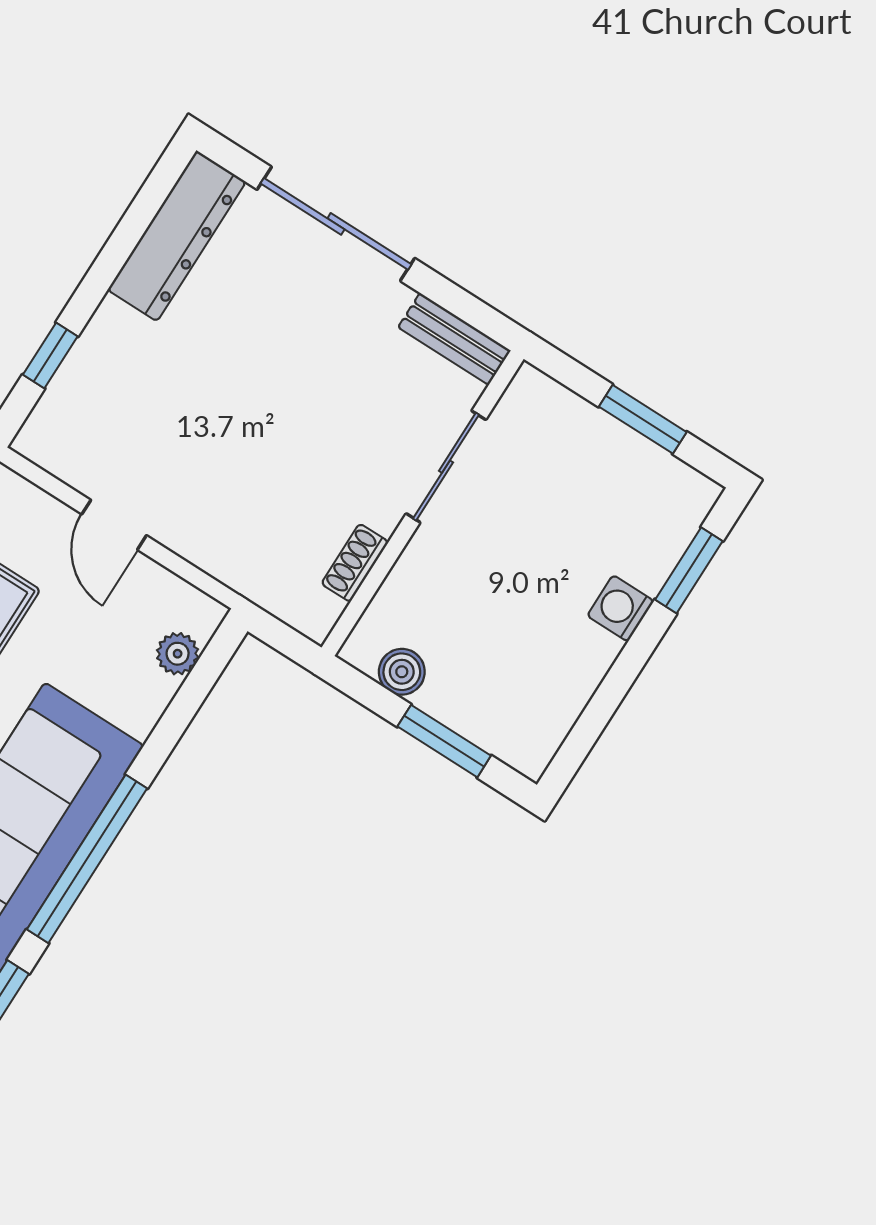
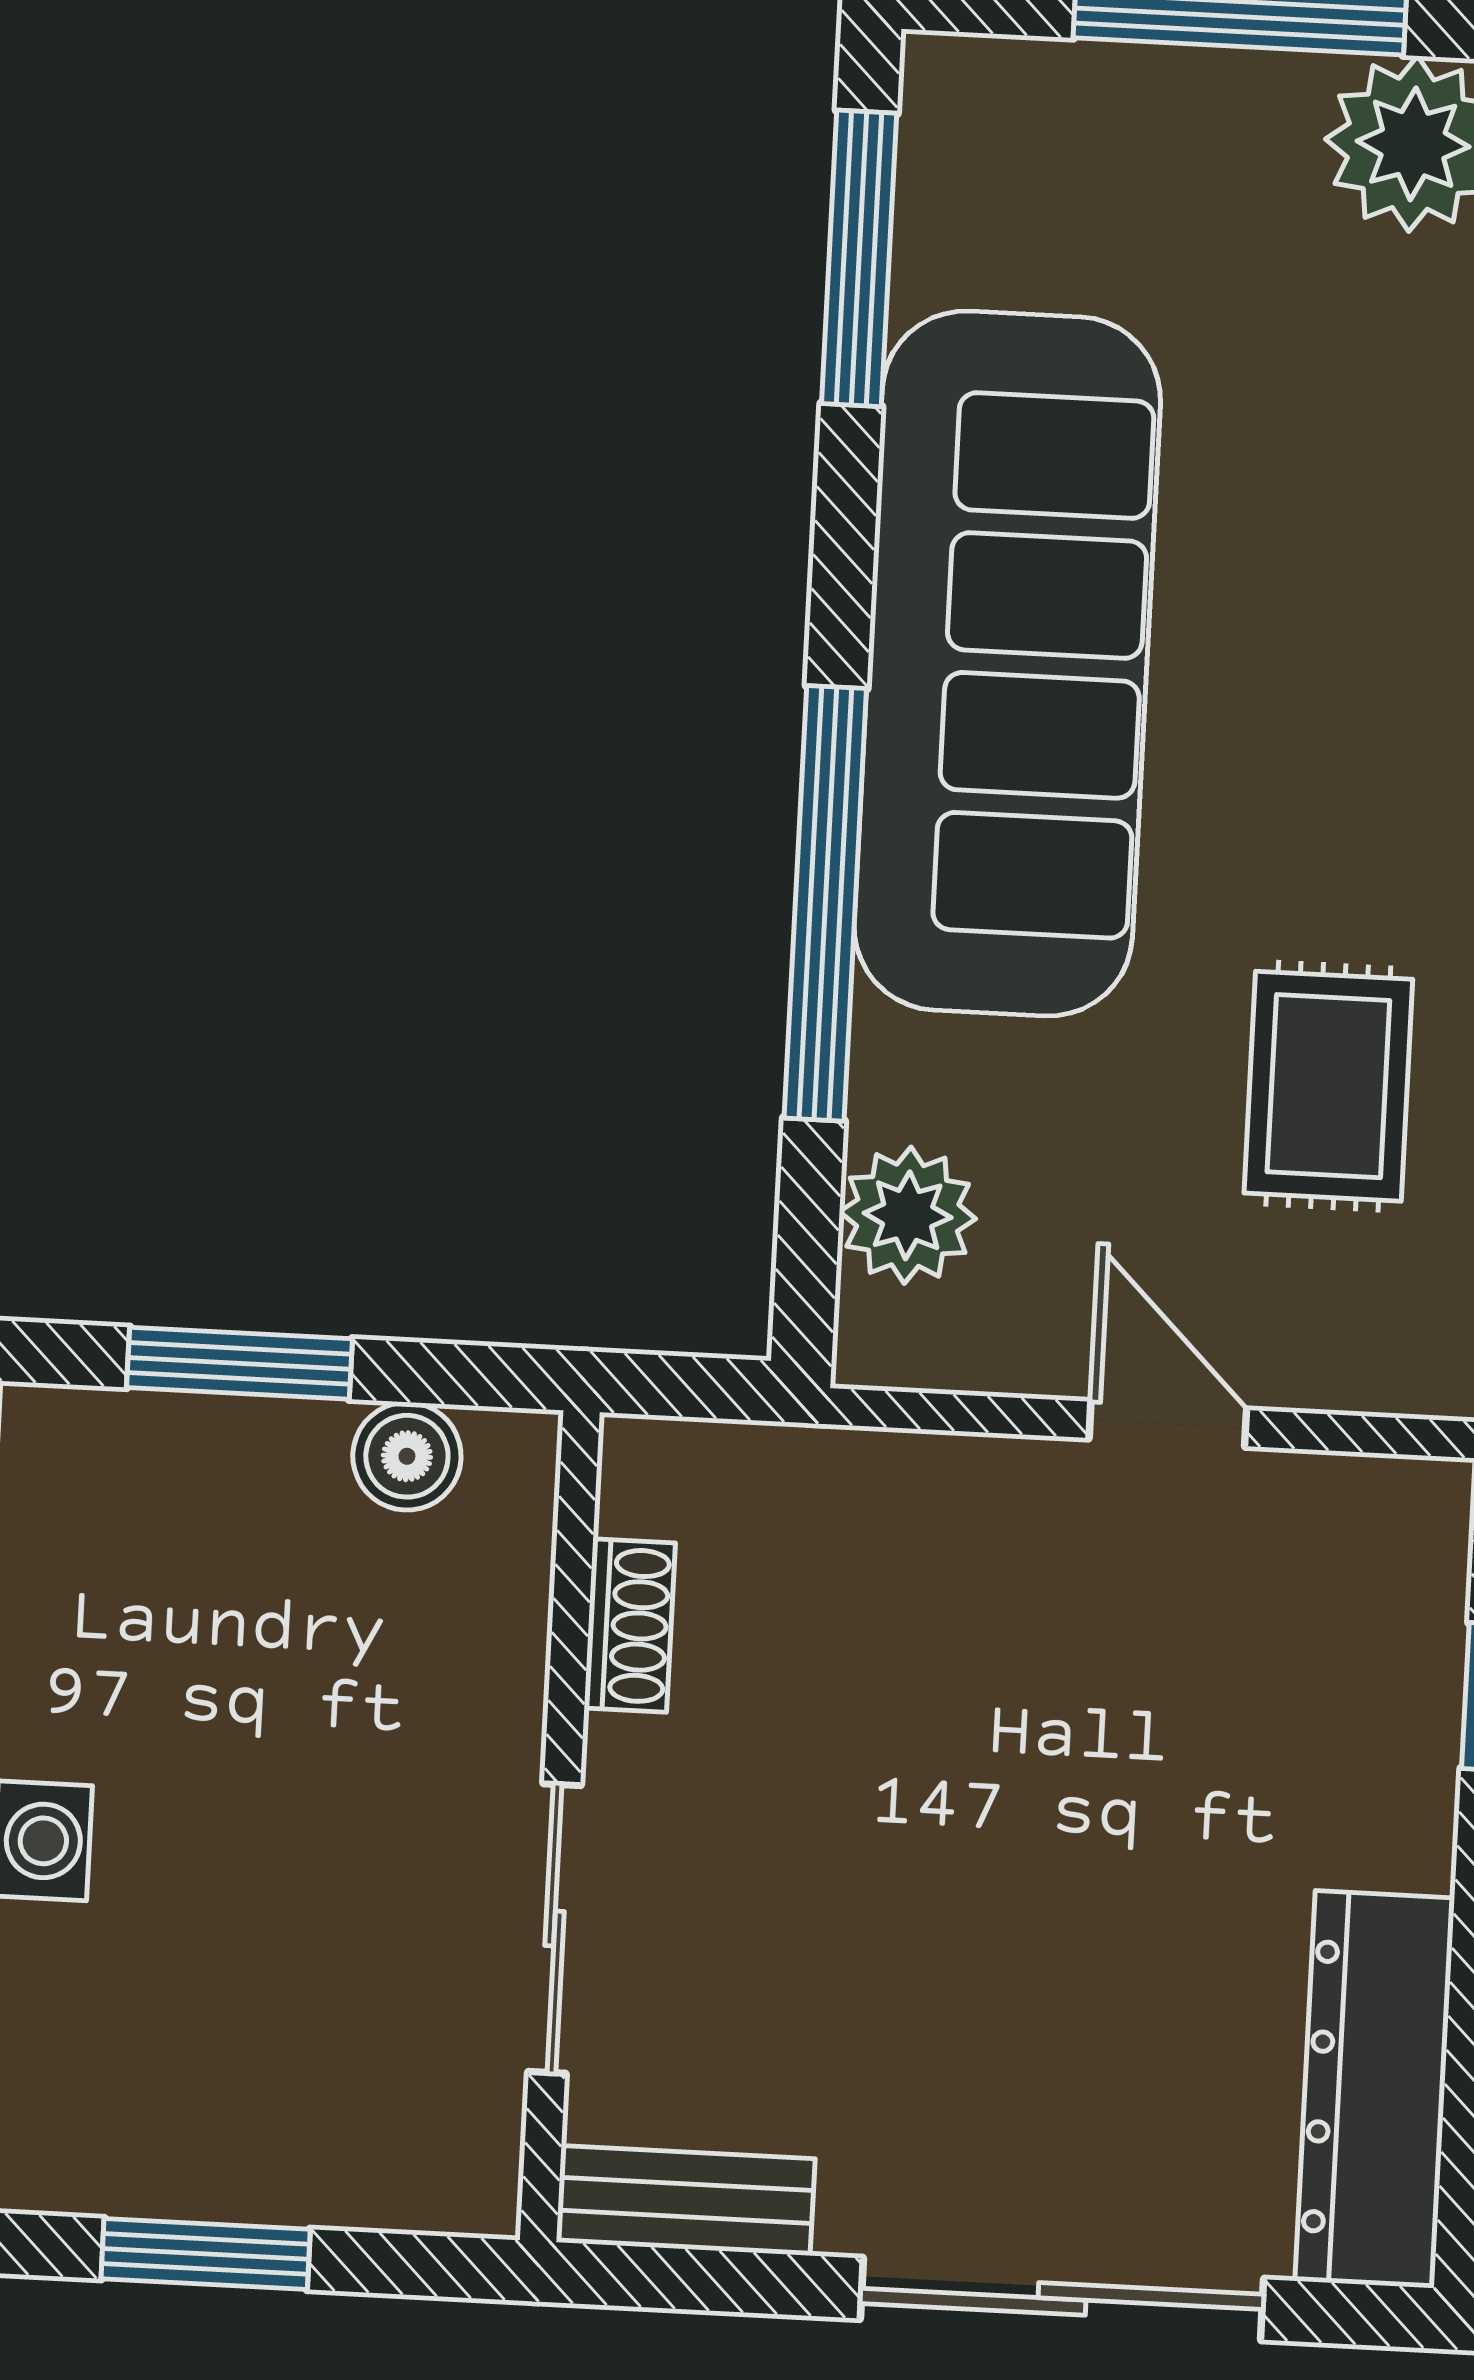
plant: (178, 654) -> (908, 1215), width x1.38, depth x1.38
window: (87, 859) -> (825, 903), moved

